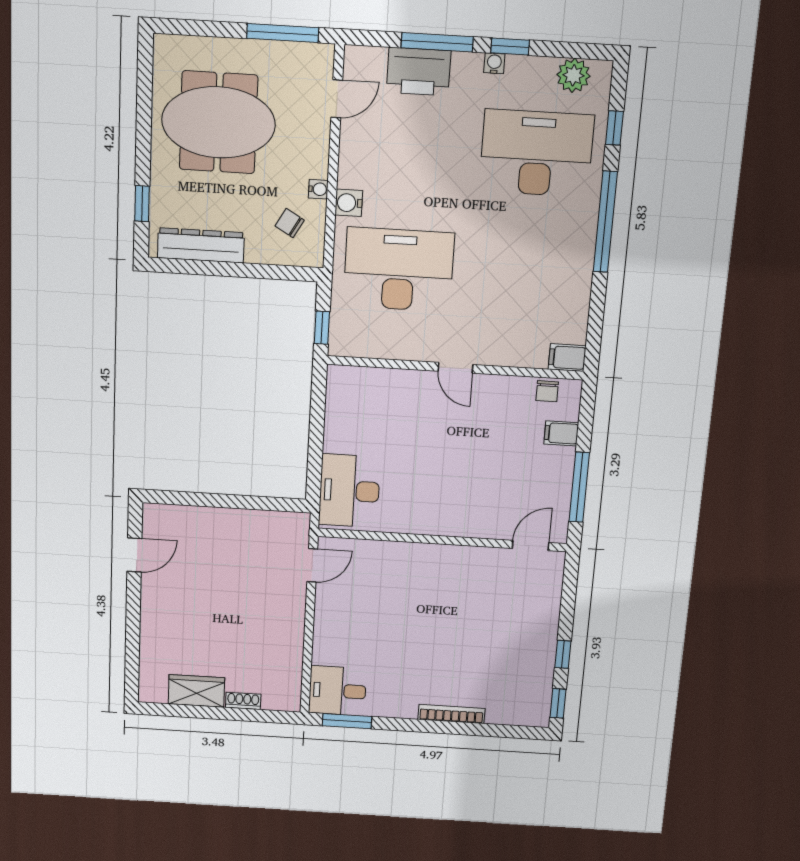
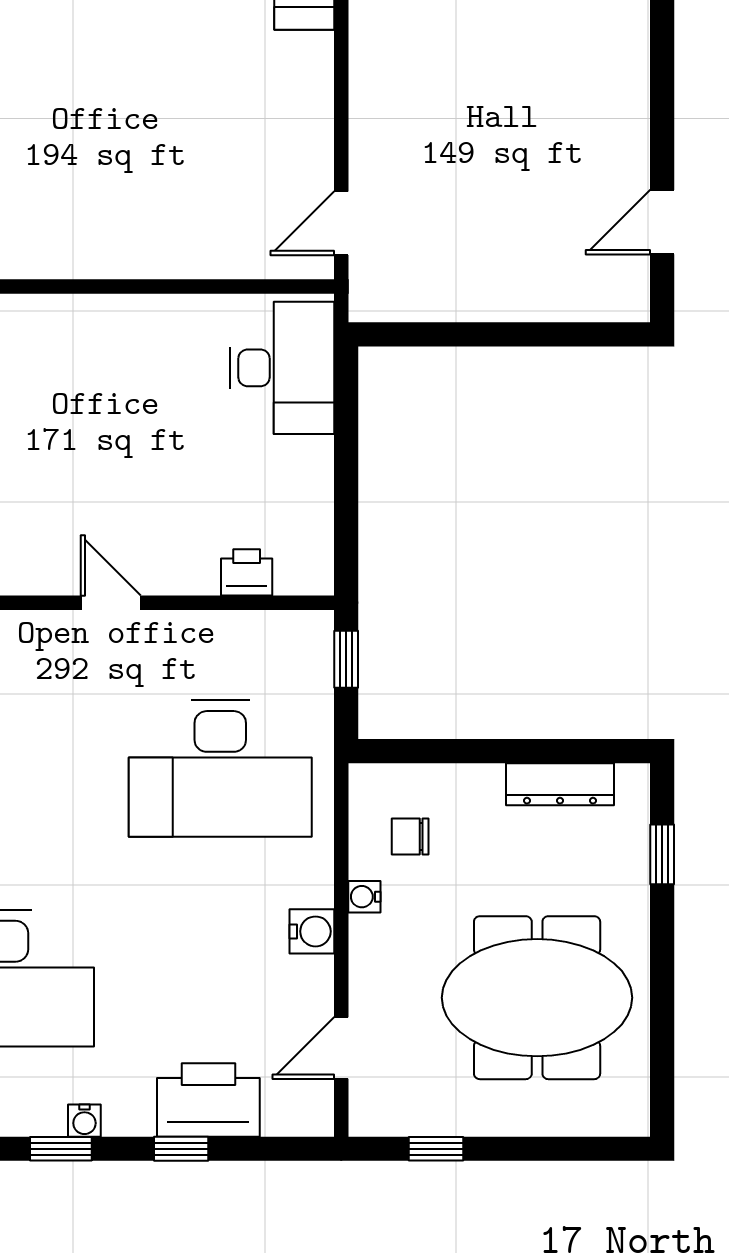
window: (283, 33) -> (436, 1149), width x0.46
window: (437, 42) -> (181, 1149), width x0.46
water cooler: (349, 203) -> (312, 931), moved
chair: (290, 223) -> (410, 837), turned 150
dresser: (201, 245) -> (560, 784), width x0.73, depth x0.80
printer: (376, 380) -> (247, 572), added

